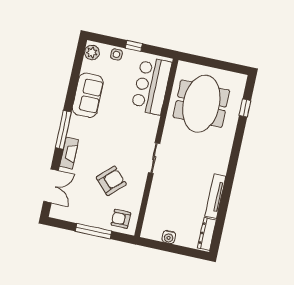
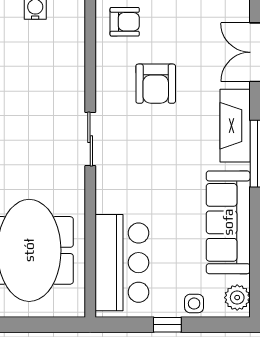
sofa: (88, 95) -> (228, 222), width x1.36
fireplace: (69, 153) -> (235, 126), width x1.37, depth x1.32
armchair: (111, 181) -> (156, 84), turned -46

